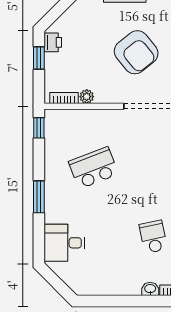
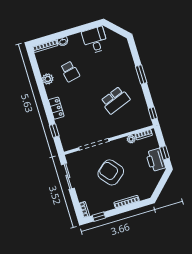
printer: (53, 42) -> (156, 160), width x1.87, depth x1.48
desk: (64, 243) -> (95, 40), moved, turned -90

